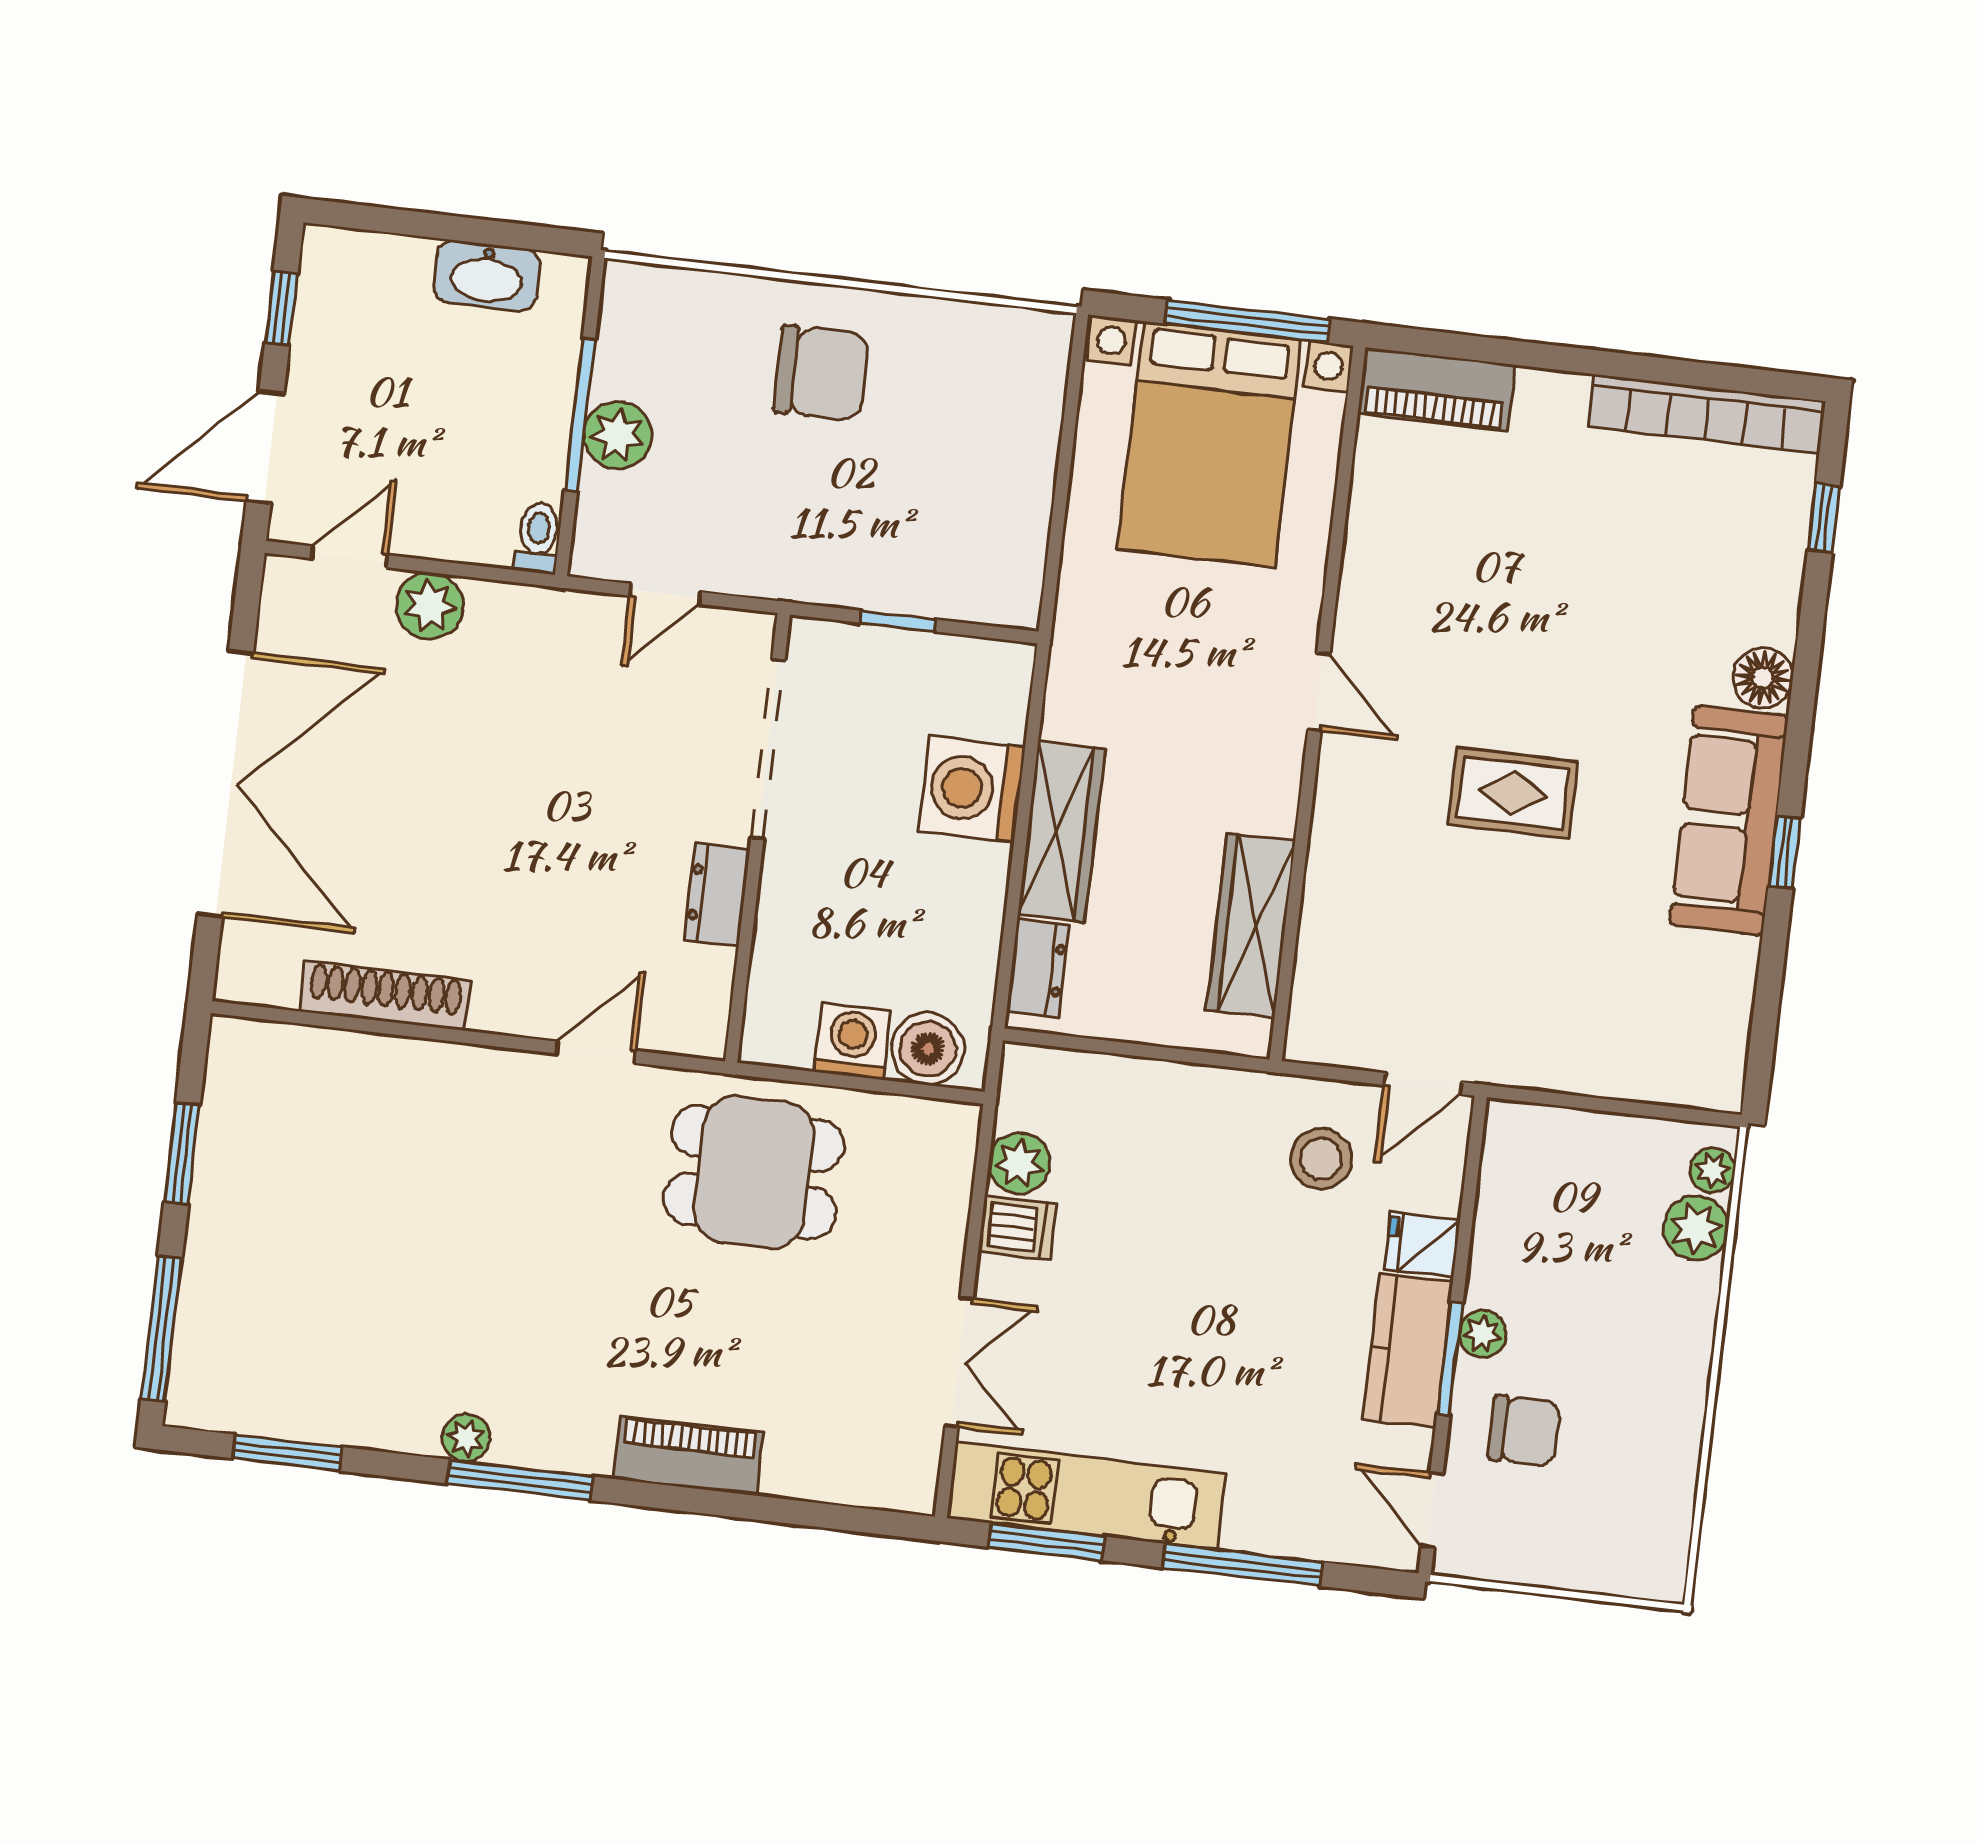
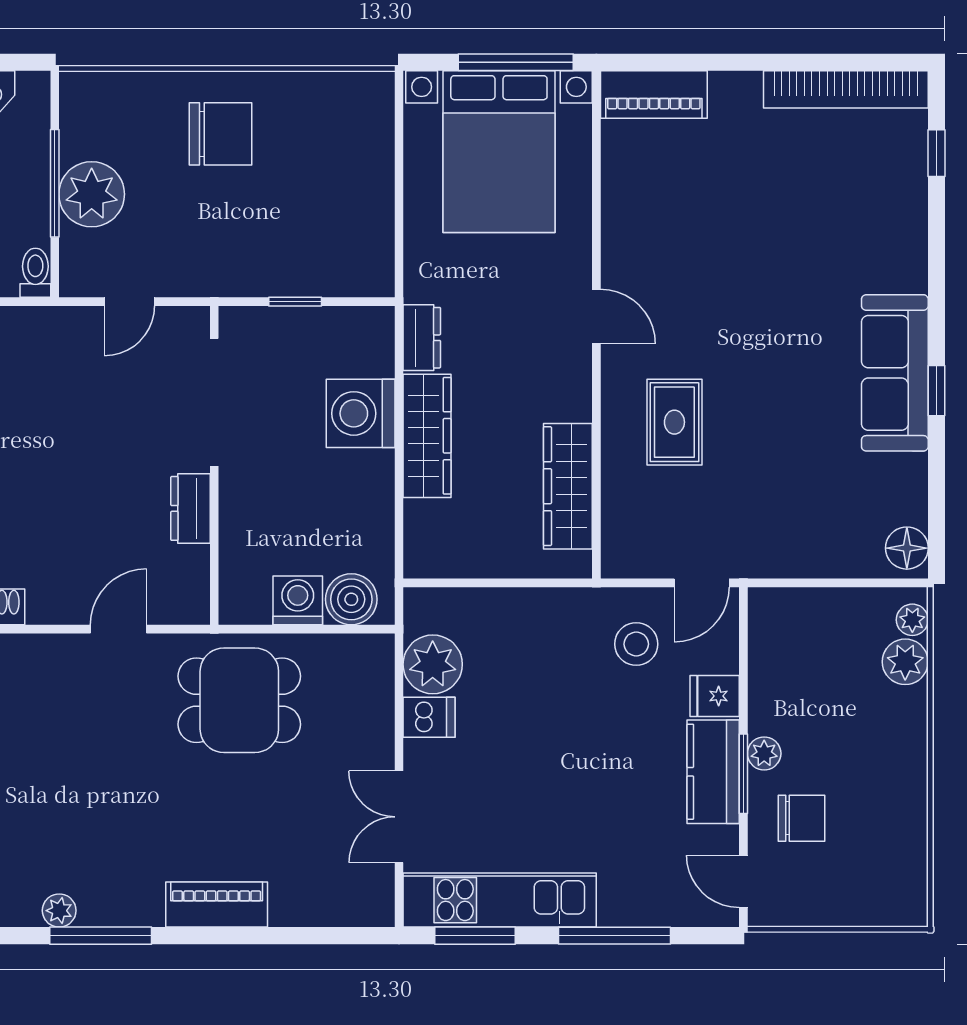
plant: (618, 435) -> (92, 194), width x1.36, depth x1.36
floor lamp: (1763, 678) -> (907, 548), moved
rug: (1513, 793) -> (674, 422), moved, turned 90
dresser: (1038, 969) -> (422, 338), moved
plant: (1019, 1163) -> (433, 664), width x1.36, depth x1.36
double door: (959, 1362) -> (399, 817), swing flipped

